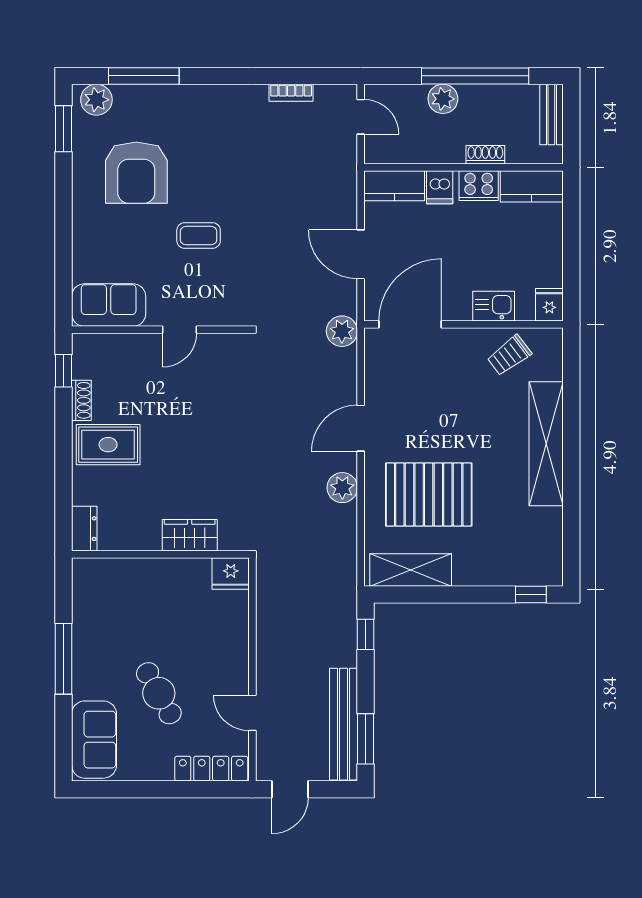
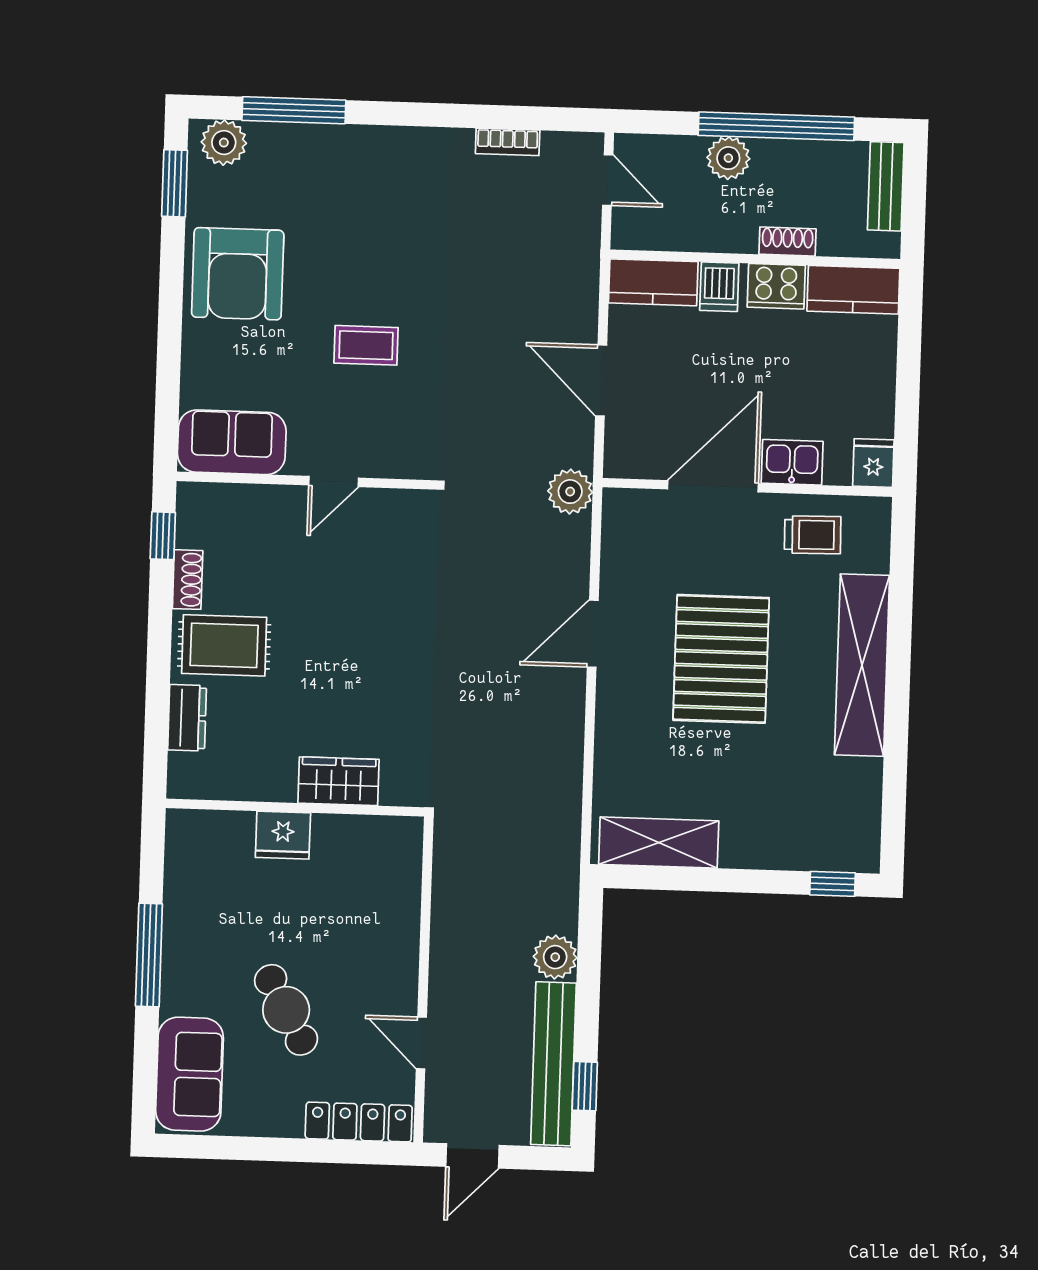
armchair: (136, 173) -> (238, 274), moved
door: (410, 324) -> (713, 486), moved
trolley: (509, 355) -> (813, 535), turned -144
plant: (342, 488) -> (555, 957), moved
pallet: (429, 495) -> (721, 659), moved, turned 90
dresser: (84, 529) -> (187, 718), moved
fridge: (231, 573) -> (283, 835), moved
window: (366, 634) -> (590, 934), removed
window: (366, 739) -> (585, 1086), width x0.67

